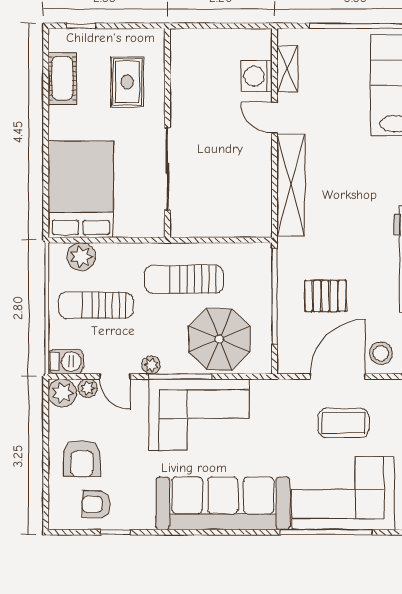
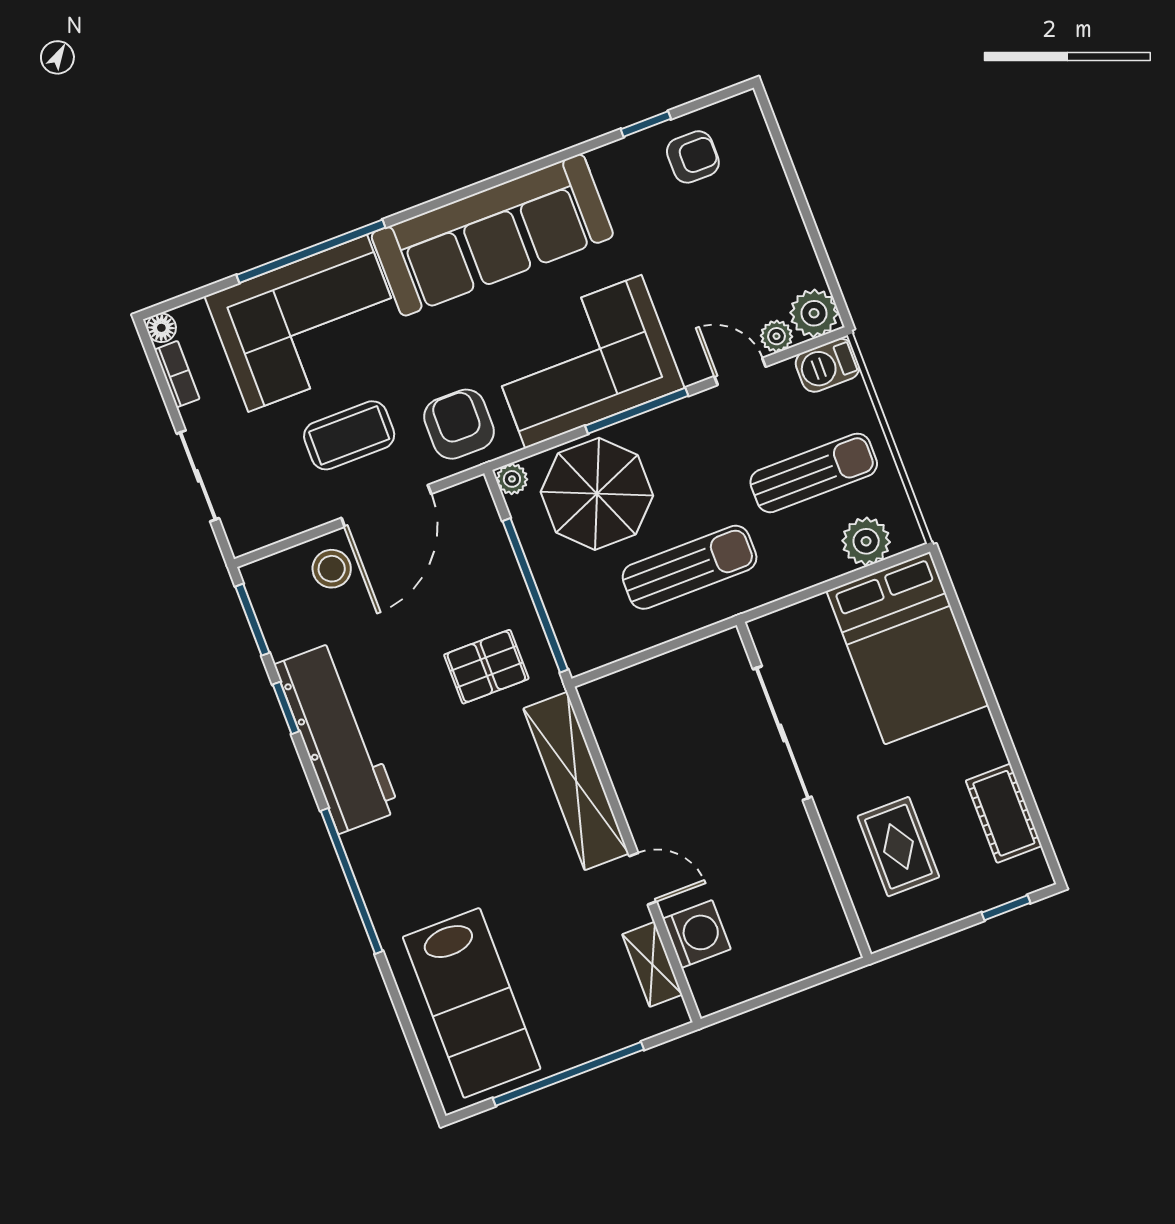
pallet: (325, 296) -> (486, 667), moved
plant: (151, 365) -> (512, 479), moved
armchair: (82, 459) -> (459, 424), moved

